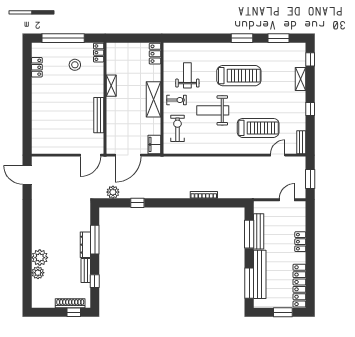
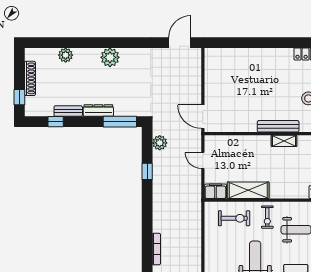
shelving: (154, 99) -> (248, 190), moved
bench: (99, 115) -> (278, 126), moved
door: (128, 155) -> (203, 160), width x0.53
window: (95, 240) -> (120, 122), moved
plant: (40, 258) -> (110, 57), moved
shoe rack: (70, 303) -> (30, 78), moved

